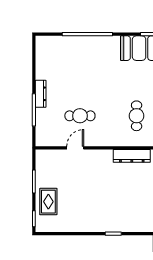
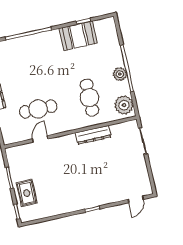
cafe table: (80, 116) -> (38, 109), width x1.37, depth x1.35
cafe table: (137, 116) -> (89, 98), width x1.37, depth x1.35

